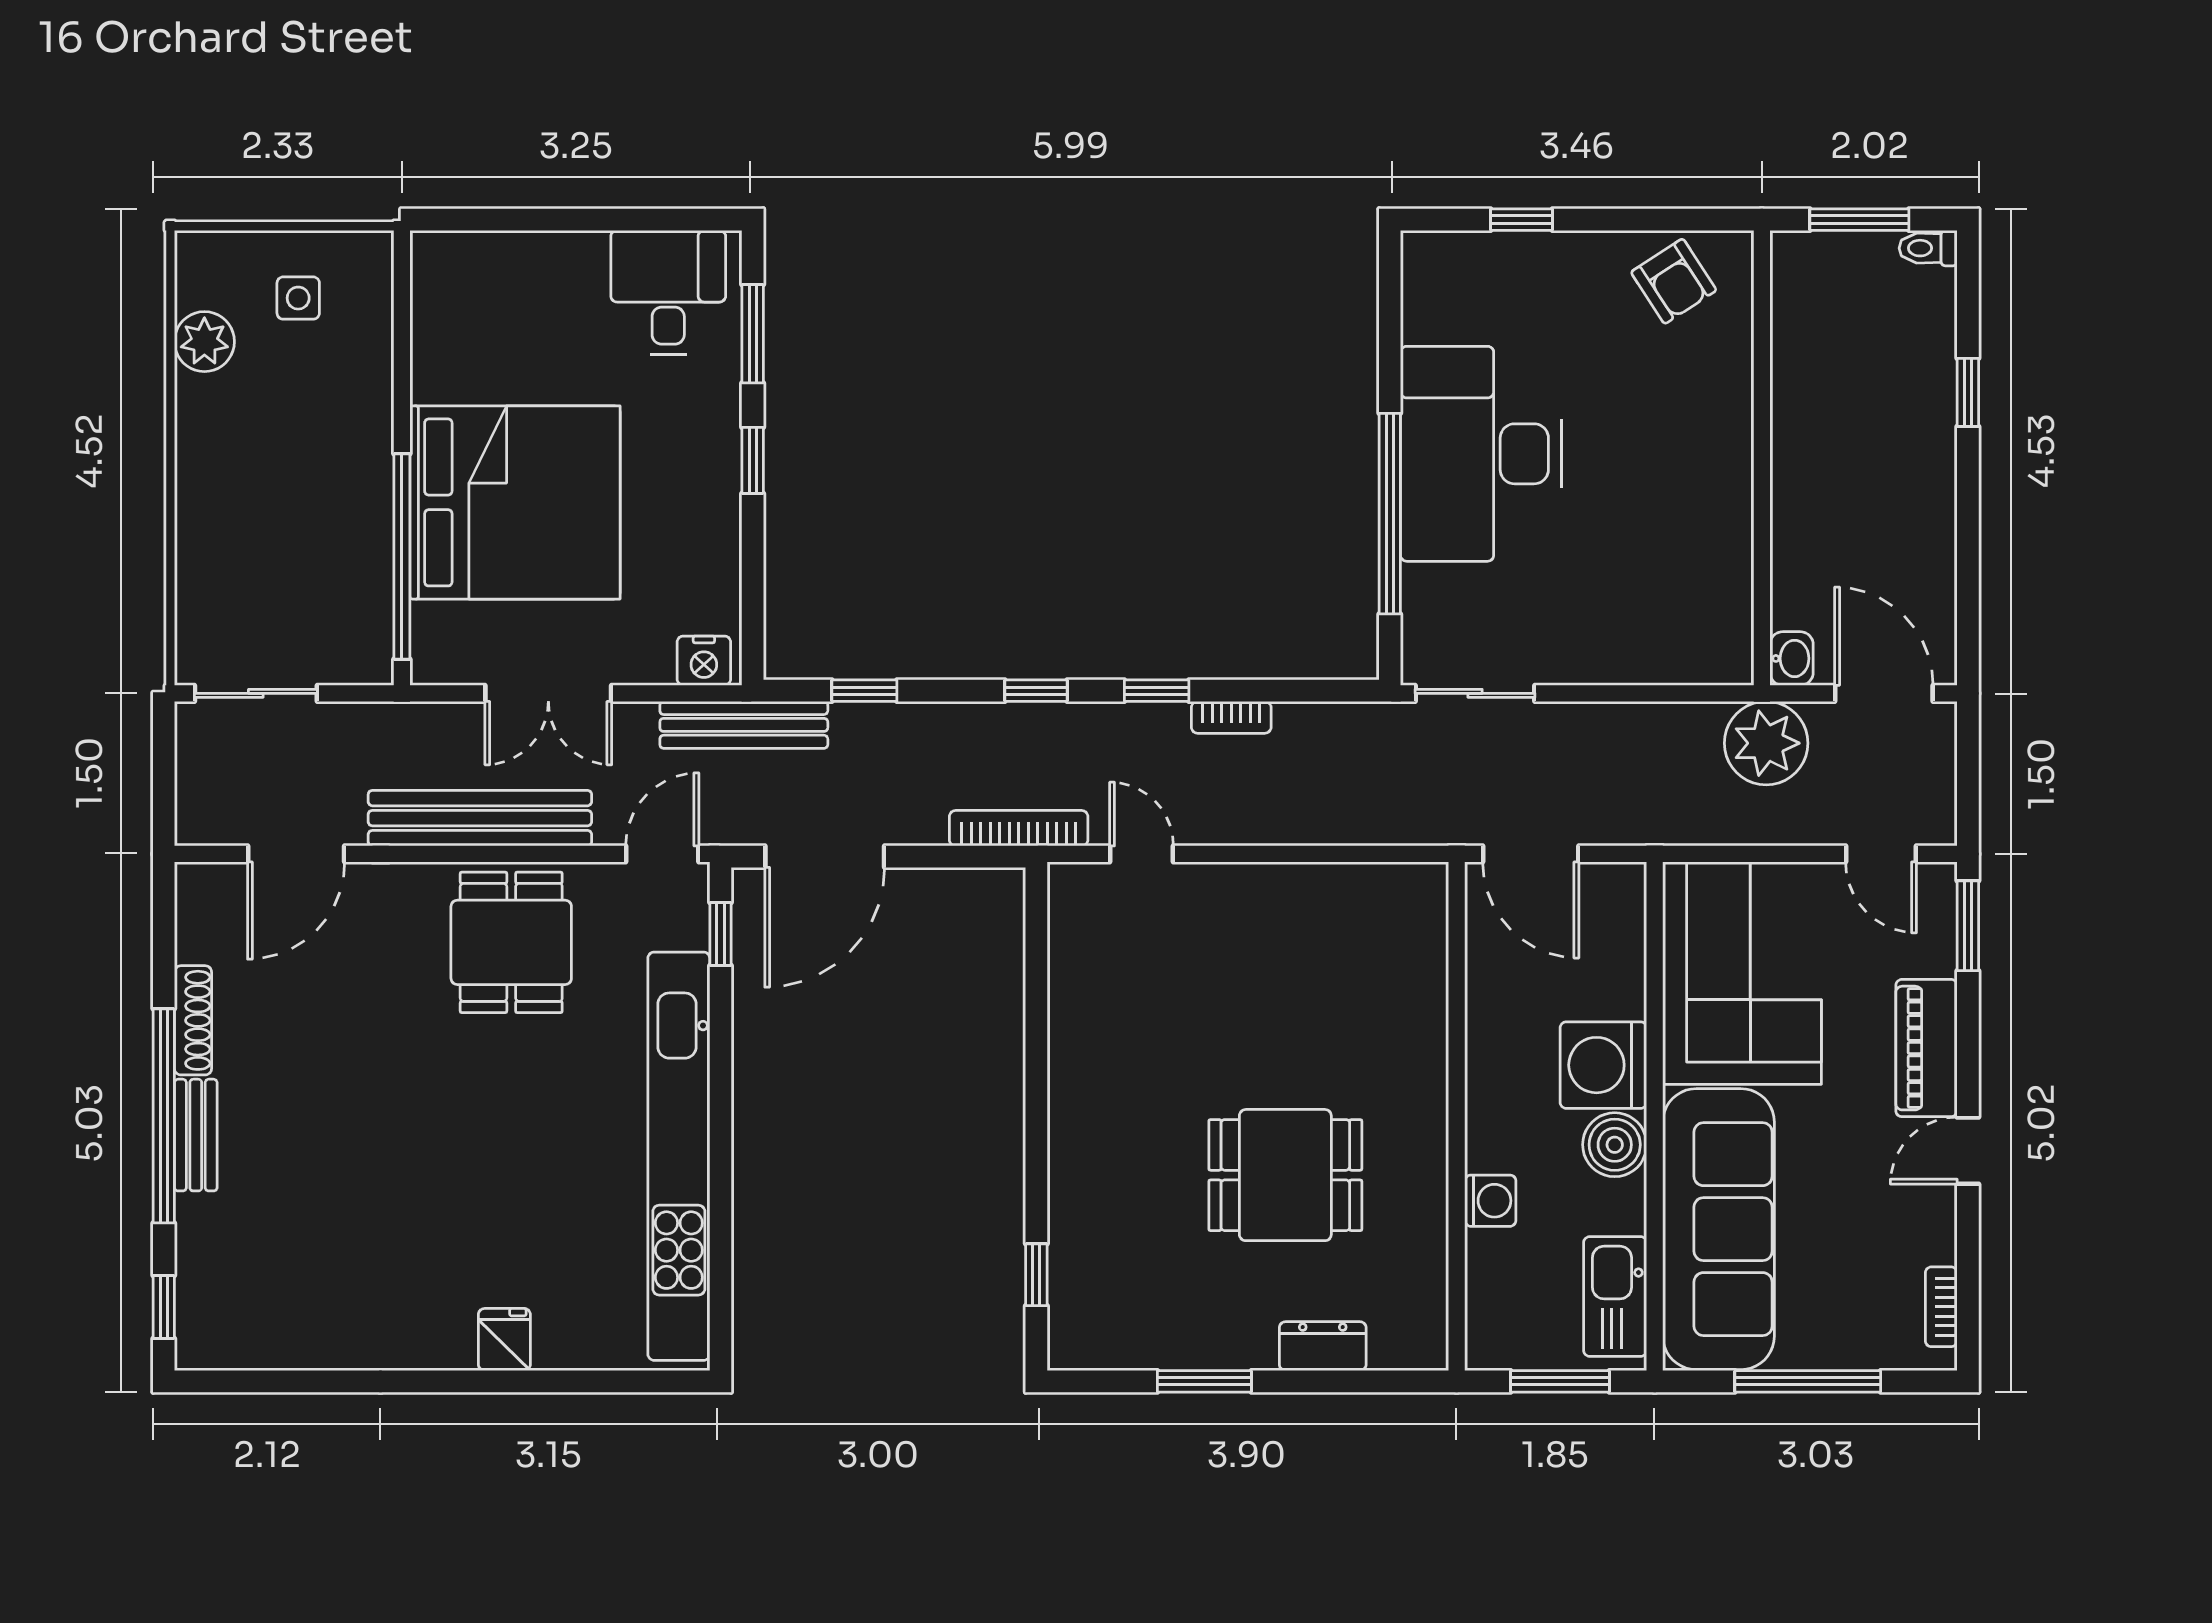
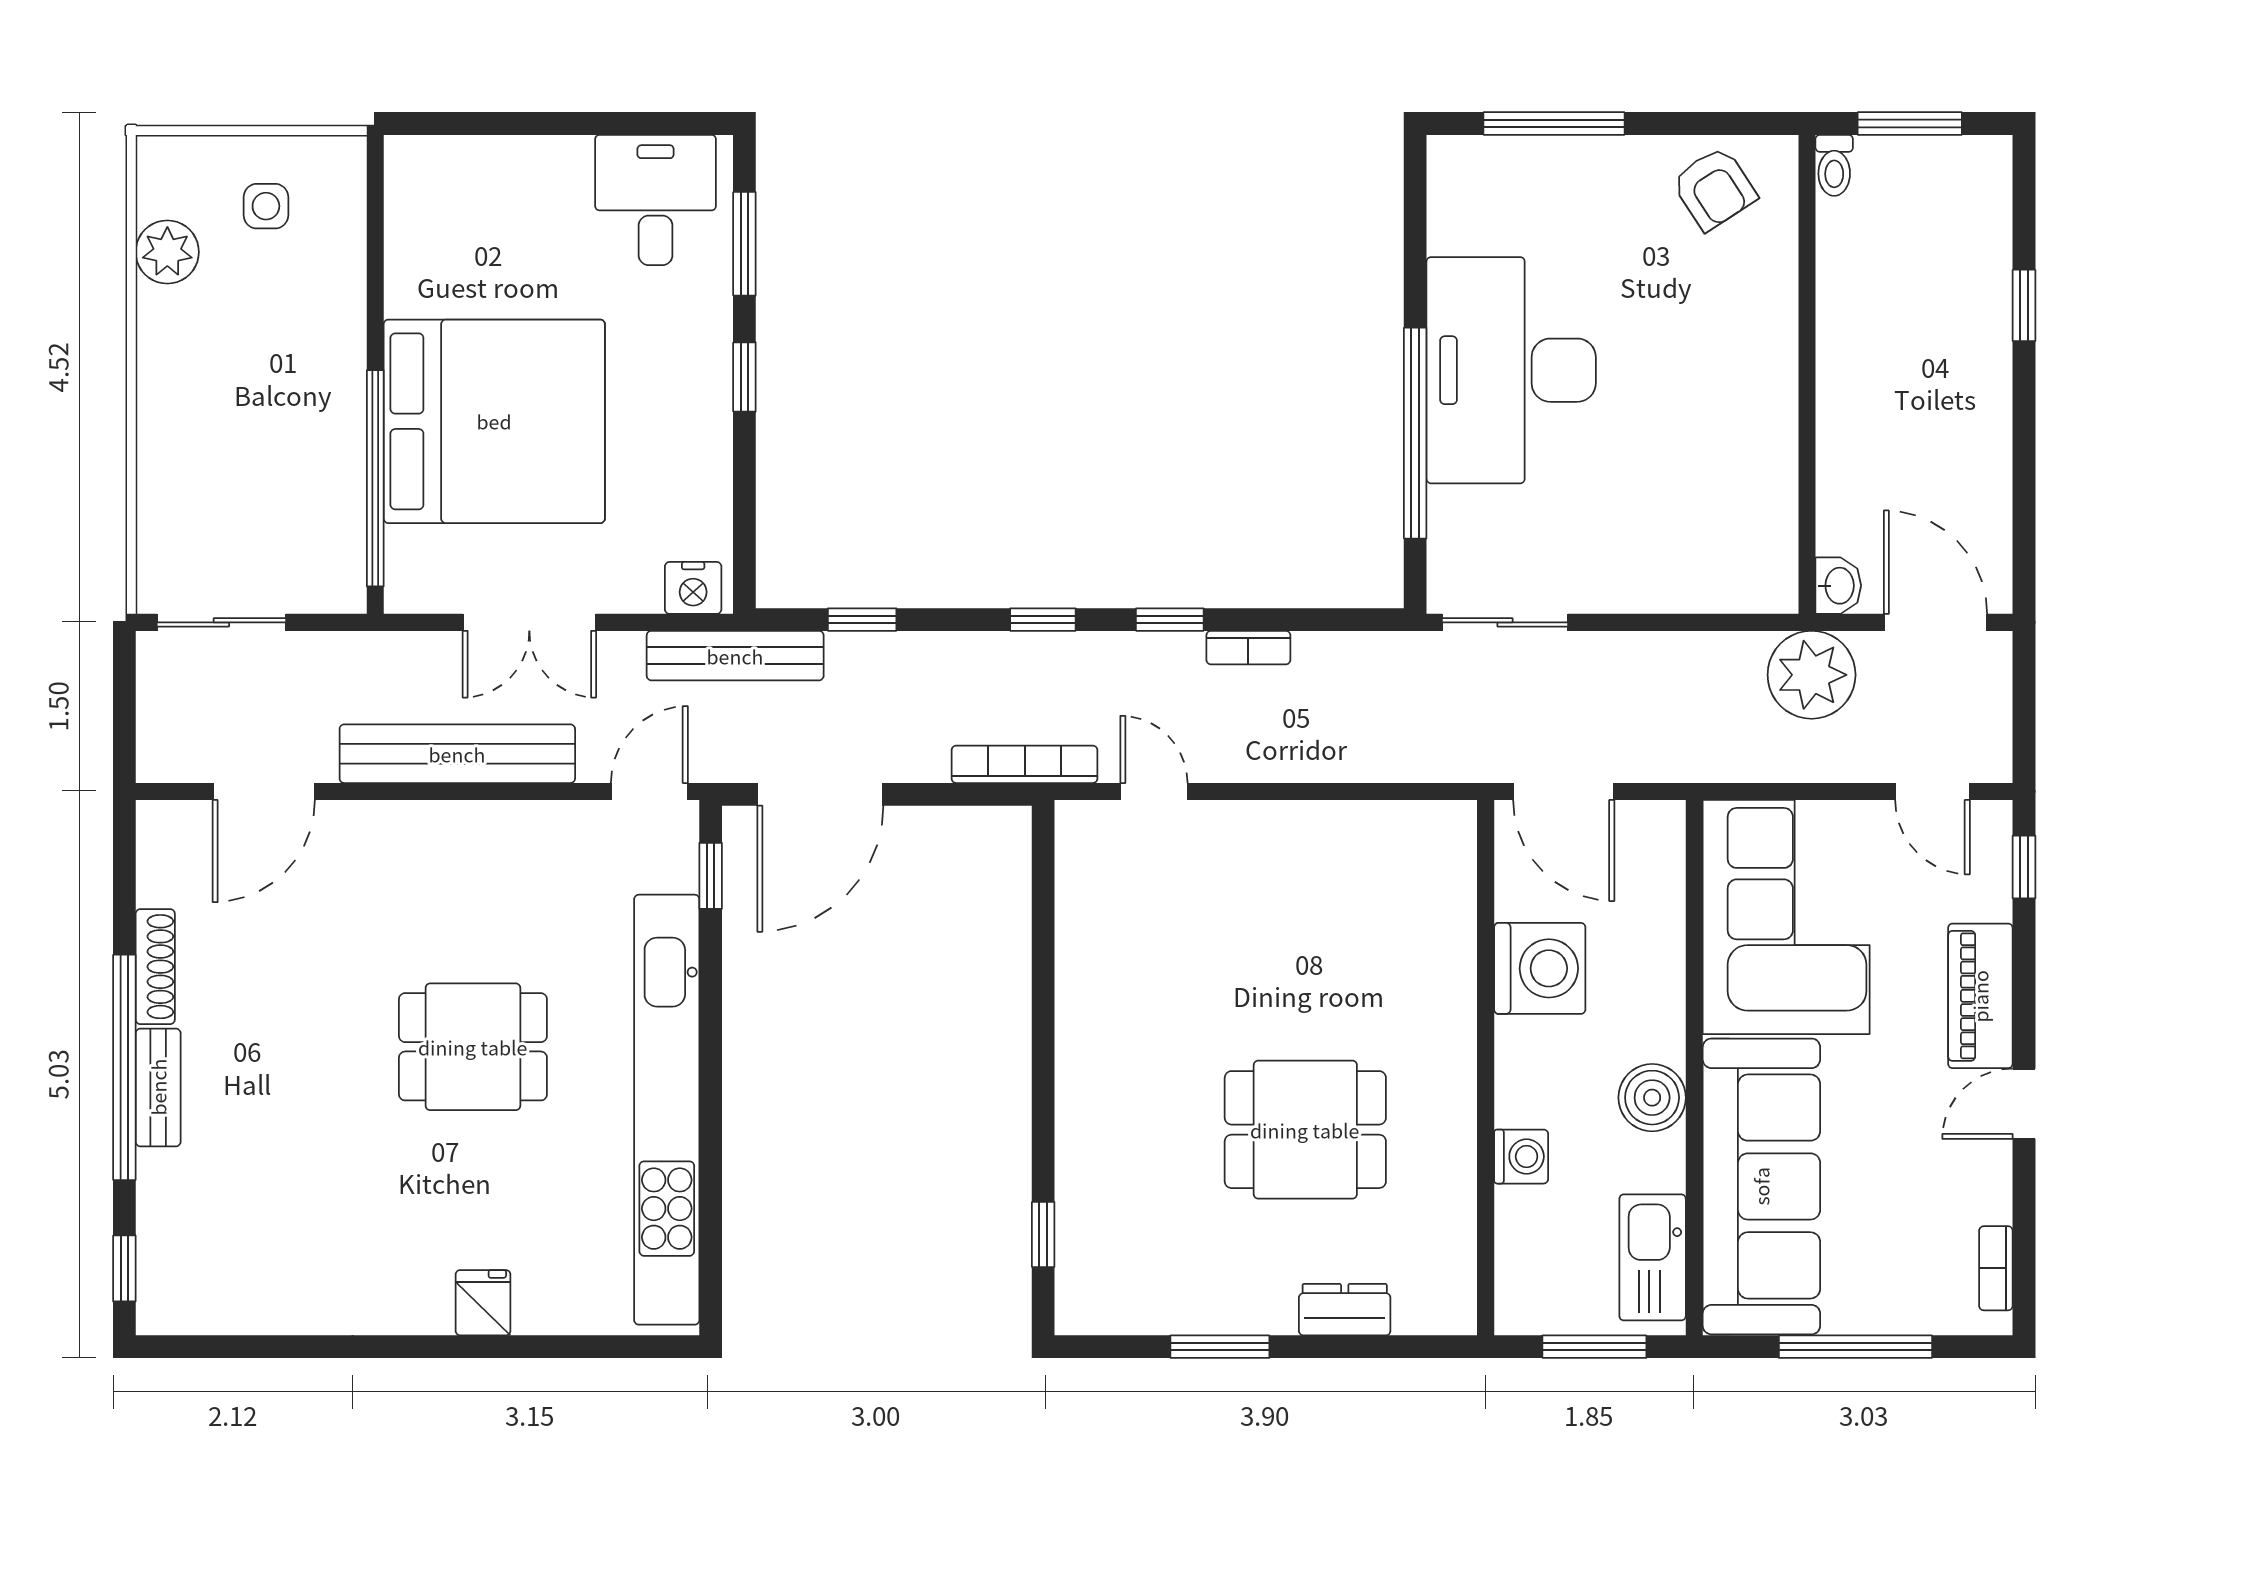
window: (1522, 220) -> (1554, 124), width x2.17
toilet: (1928, 248) -> (1834, 165), moved, turned -90
window: (1968, 926) -> (2024, 867), width x0.67
dining table: (511, 942) -> (473, 1047), moved, turned 90
washing machine: (1603, 1065) -> (1540, 968), moved, turned 180

